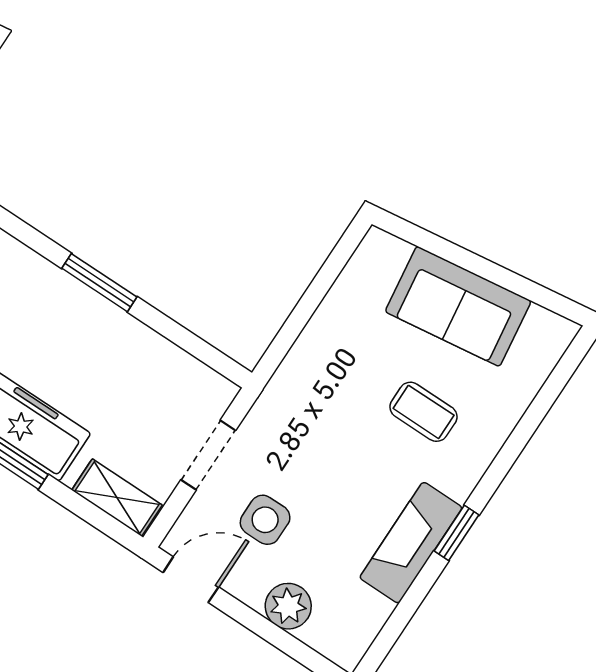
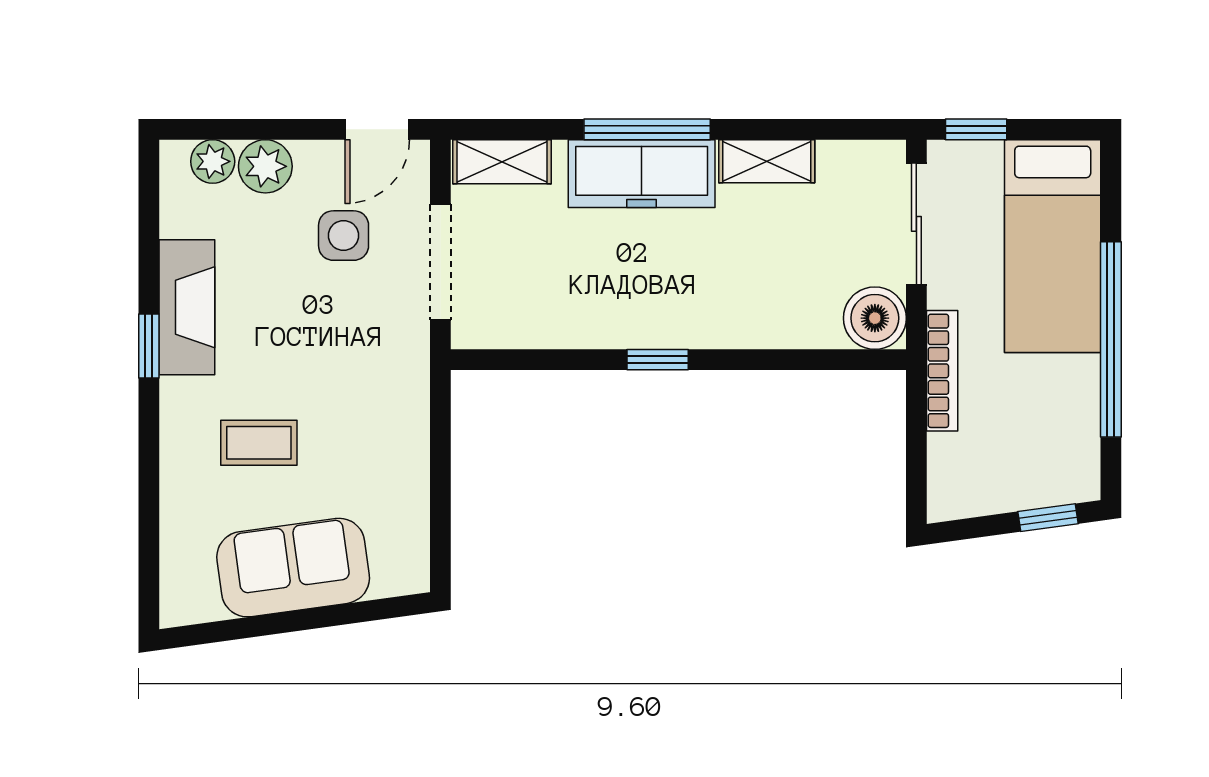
window: (99, 283) -> (658, 360), width x0.67
doorway: (208, 455) -> (440, 262), width x1.38
plant: (324, 635) -> (213, 161), added

